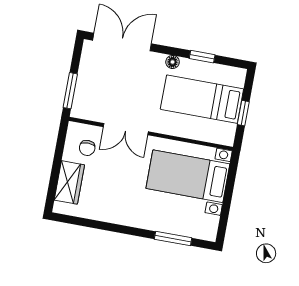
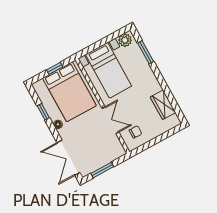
window: (70, 91) -> (102, 170), moved
bed: (202, 99) -> (69, 92), width x1.50
wardrobe: (69, 182) -> (163, 105), moved, turned -90
plant: (208, 225) -> (125, 40), added

